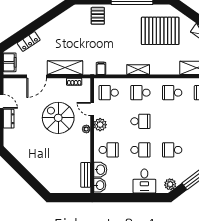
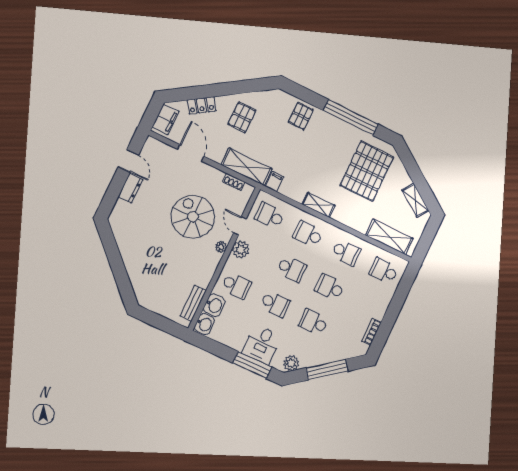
pallet: (160, 31) -> (367, 171), turned 90
pallet: (59, 36) -> (242, 117), added
shelving: (65, 68) -> (247, 167), moved
door: (37, 76) -> (191, 153), swing flipped
school desk: (172, 93) -> (346, 253), turned 180
school desk: (172, 121) -> (330, 287), added
window: (144, 198) -> (252, 365), added

